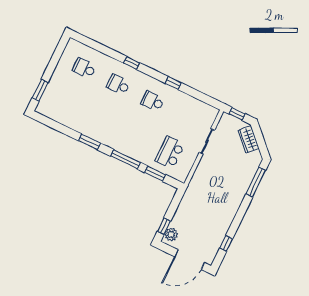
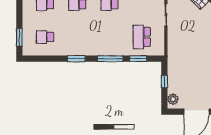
school desk: (67, 103) -> (45, 37), added
window: (164, 226) -> (164, 82), moved

